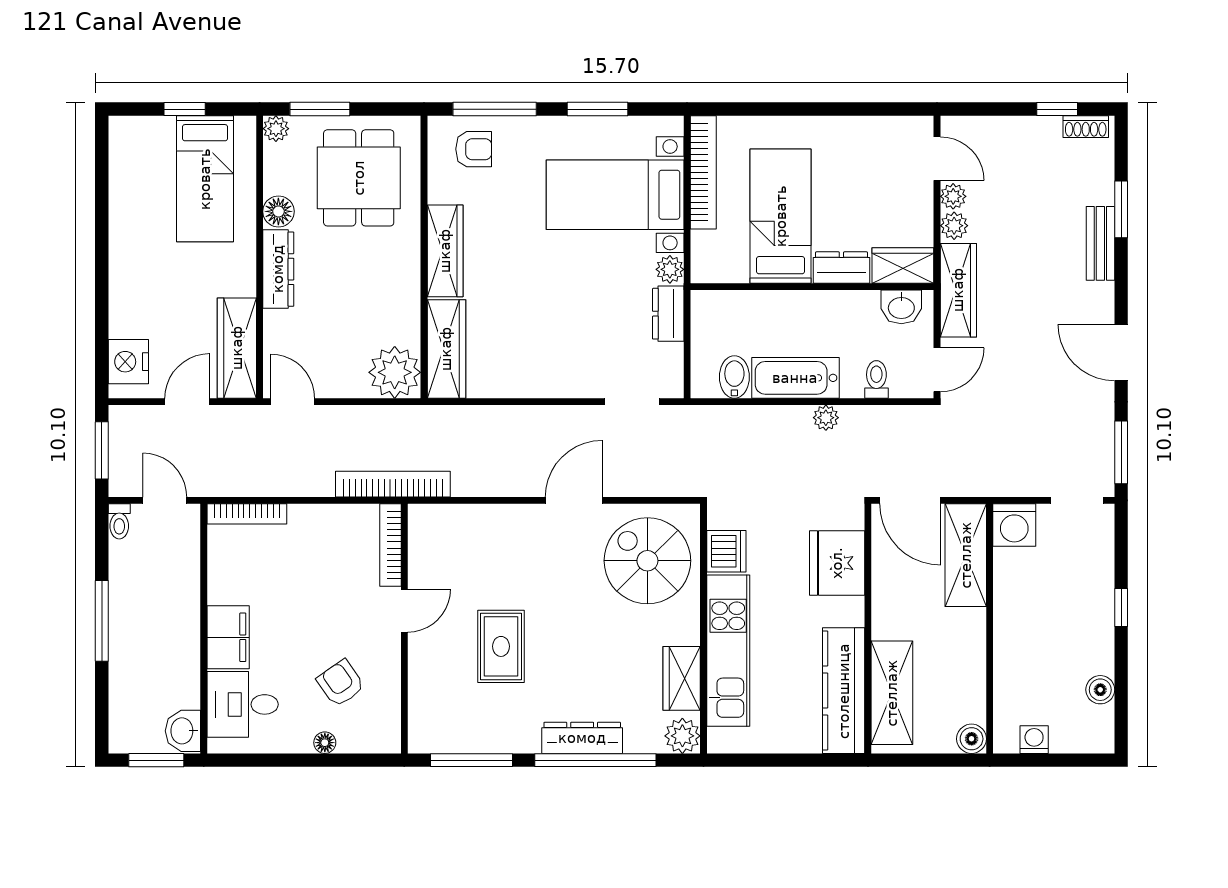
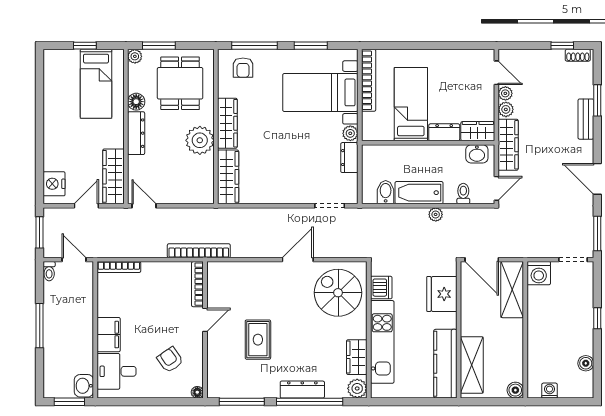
armchair: (474, 149) -> (243, 68), turned 90
plant: (395, 372) -> (200, 140), moved
floor lamp: (325, 743) -> (197, 392), moved

